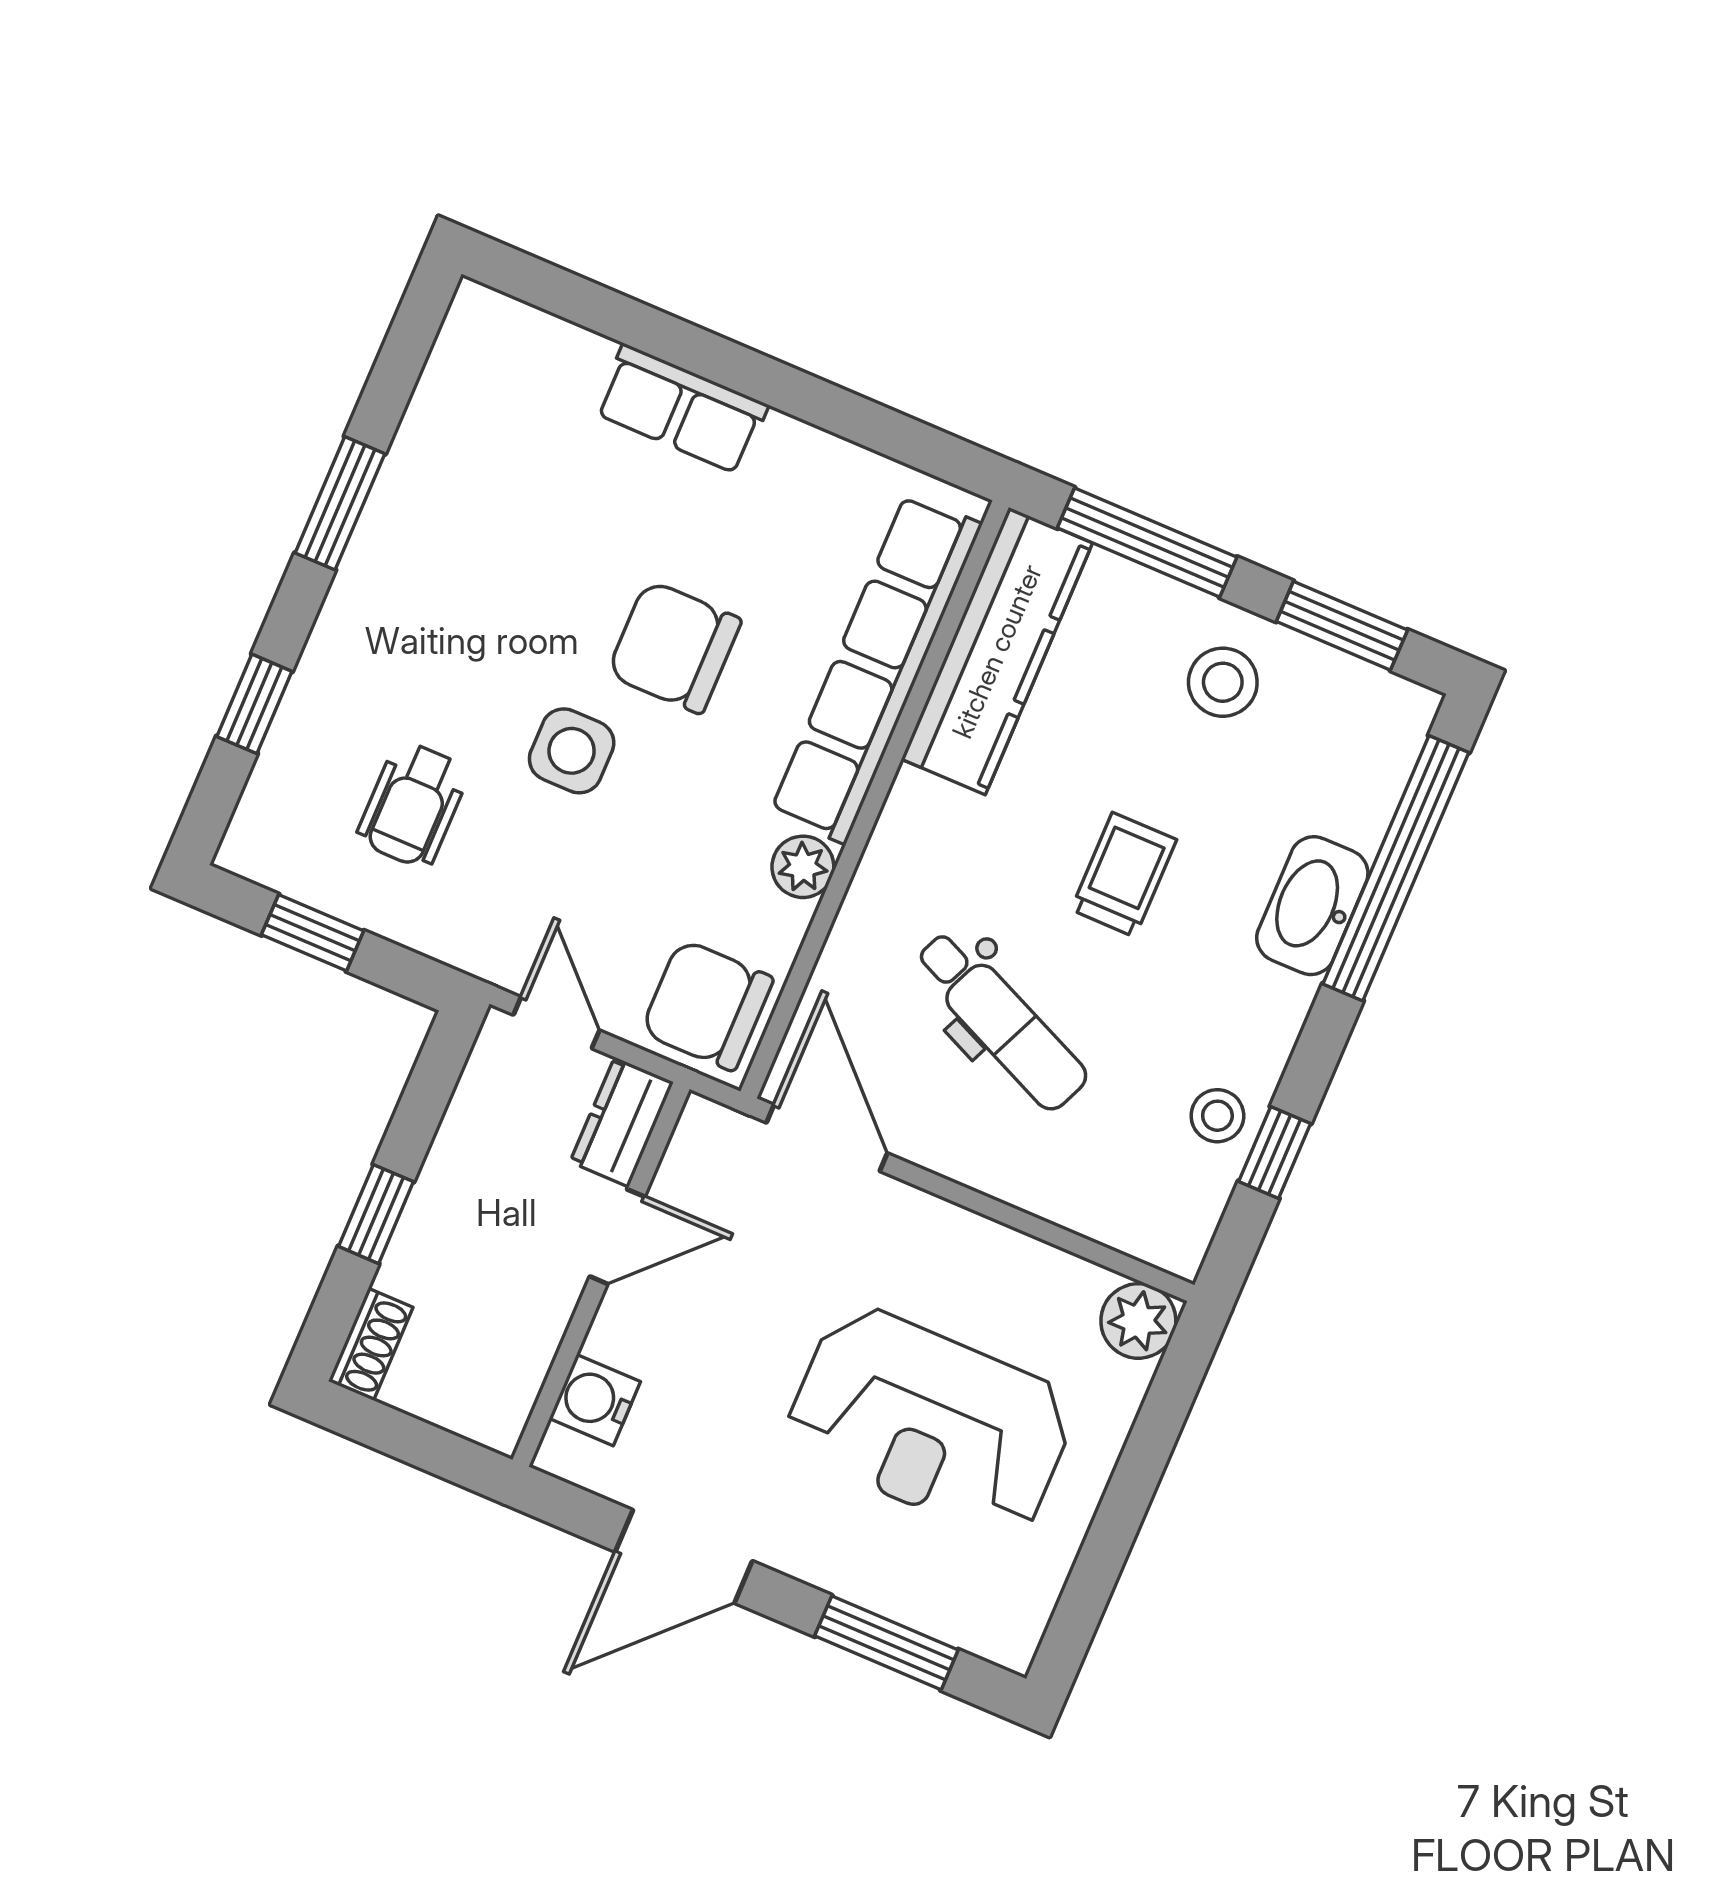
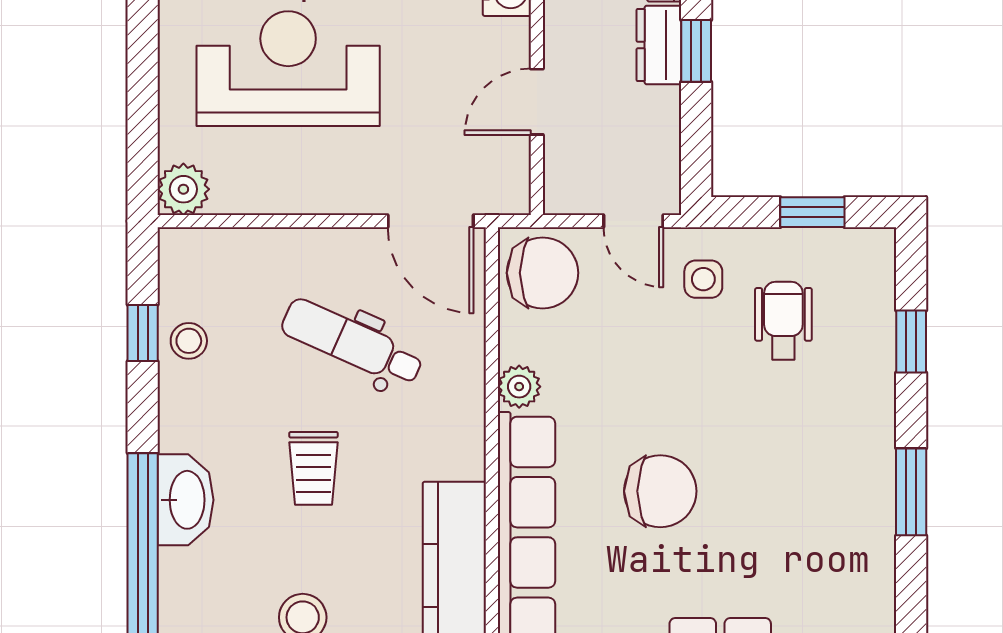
side table: (572, 751) -> (703, 279), moved, width x0.73, depth x0.73
dresser: (622, 1122) -> (659, 45), moved, turned 180

